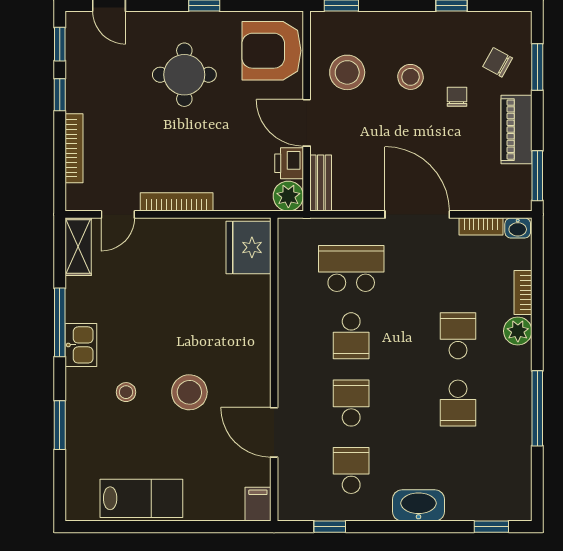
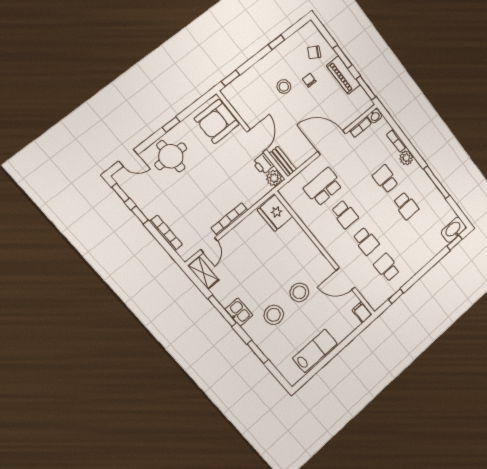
window: (537, 67) -> (342, 57), moved
stool: (347, 72) -> (256, 106), removed
round table: (184, 75) -> (171, 156), moved
door: (307, 123) -> (257, 141), swing flipped
stool: (126, 392) -> (274, 315), width x1.89, depth x1.89
school desk: (351, 403) -> (366, 241), turned 180
washbasin: (418, 505) -> (454, 230), moved

